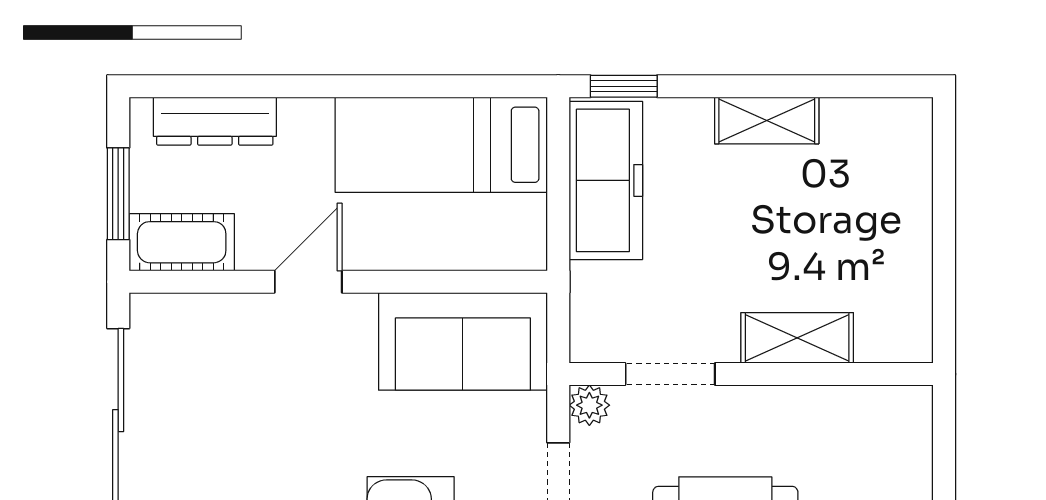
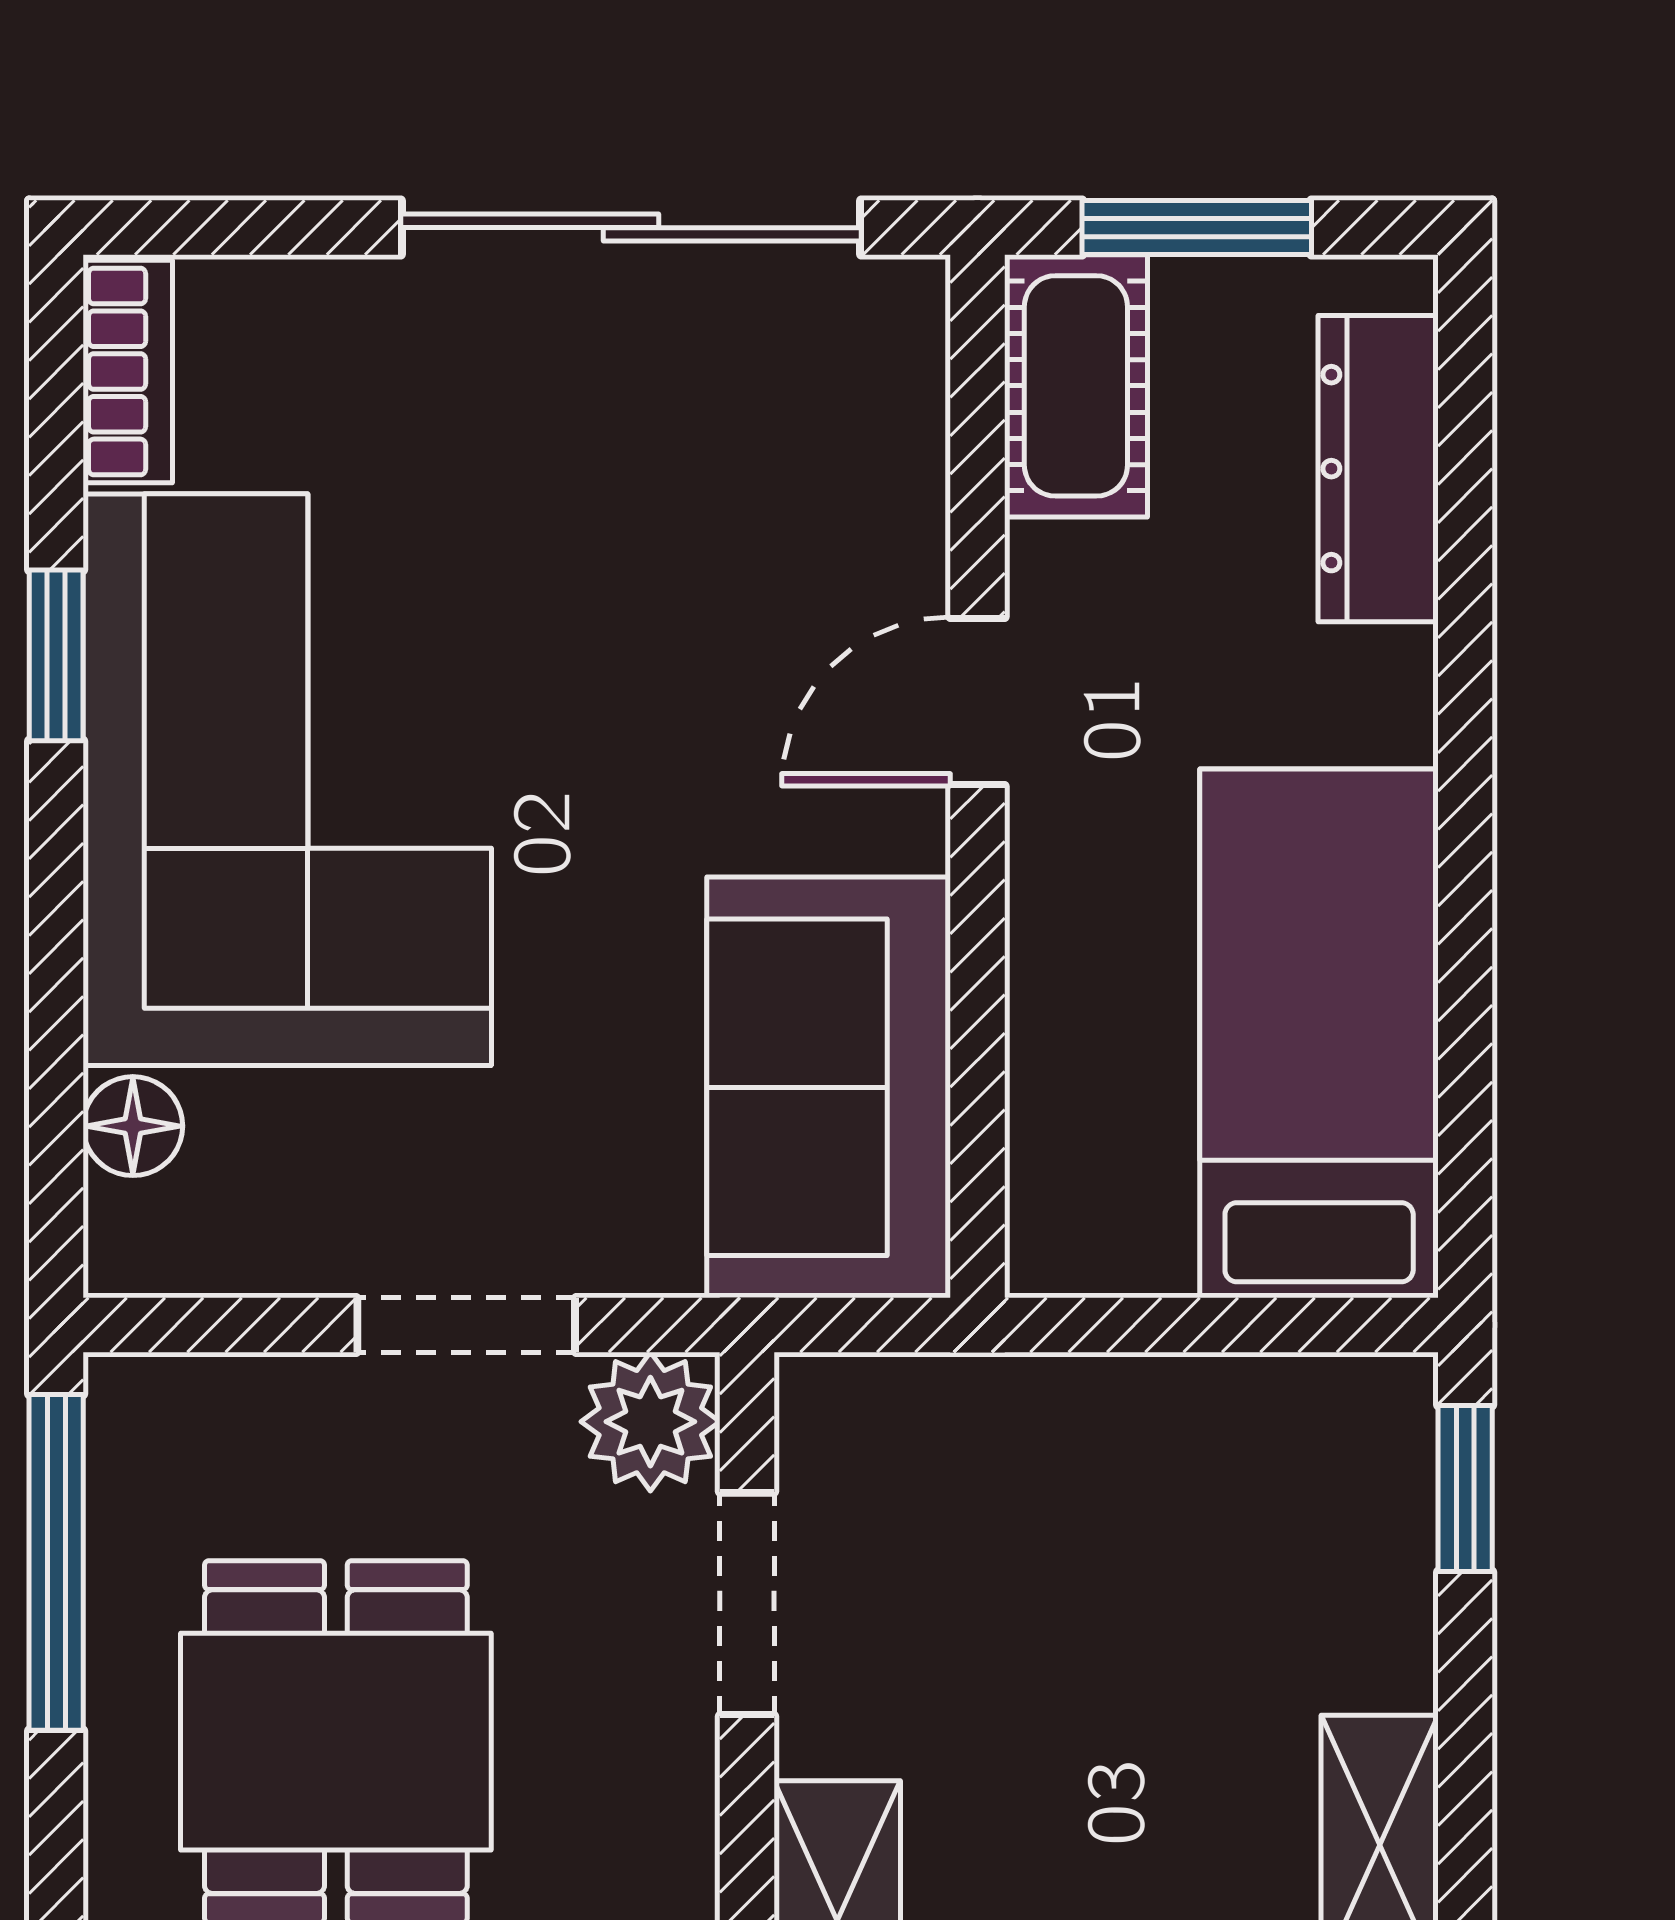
freezer: (606, 180) -> (1230, 1444), removed
door: (308, 282) -> (977, 701), swing flipped
plant: (589, 405) -> (650, 1422), width x1.38, depth x1.38

